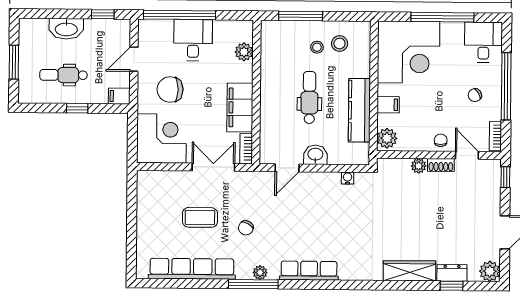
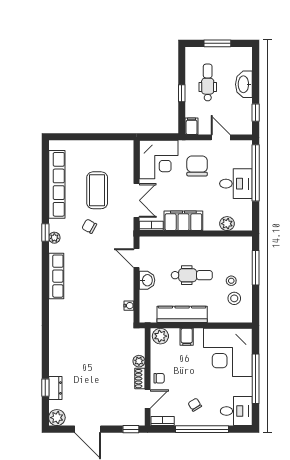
coffee table: (200, 217) -> (97, 190), width x1.36, depth x1.32
wardrobe: (410, 271) -> (57, 355), removed
window: (253, 284) -> (45, 232), width x0.46

